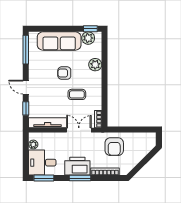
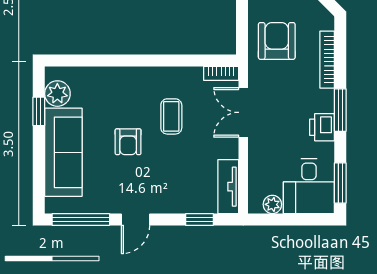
window: (90, 29) -> (39, 111), moved
plant: (95, 65) -> (111, 79), removed
door: (26, 87) -> (136, 219), moved
tv unit: (48, 123) -> (228, 187), width x0.71
armchair: (114, 147) -> (277, 41), turned -90
printer: (77, 166) -> (322, 127), width x0.53, depth x0.68

